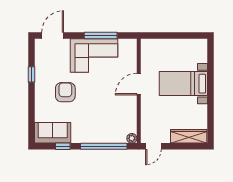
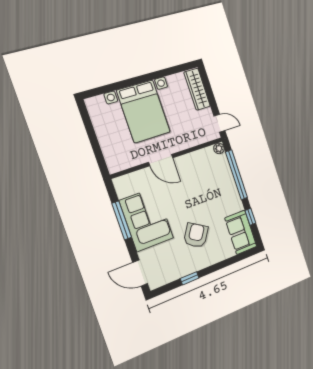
bed with nightstands: (183, 84) -> (144, 111), width x1.36
armchair: (65, 92) -> (196, 235), turned 122

